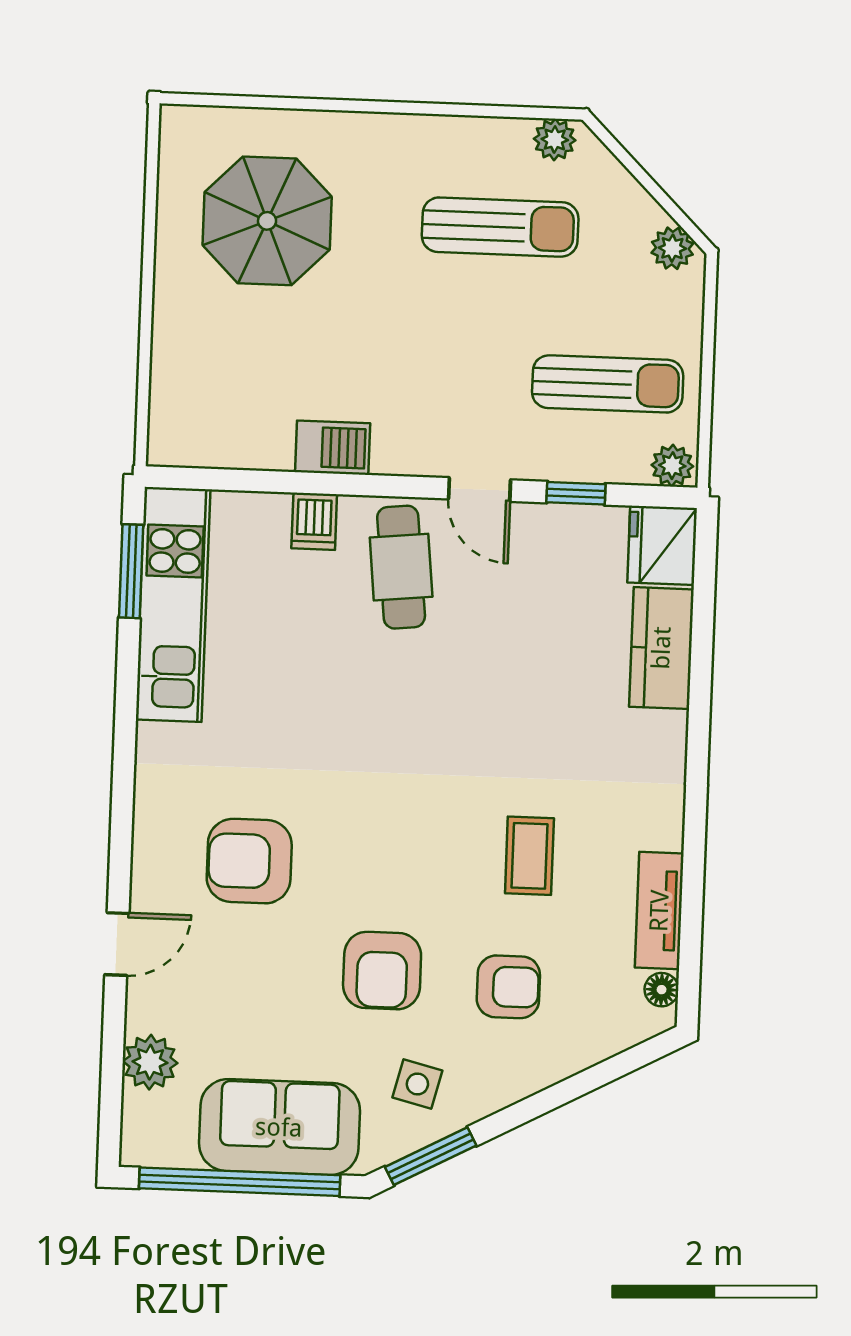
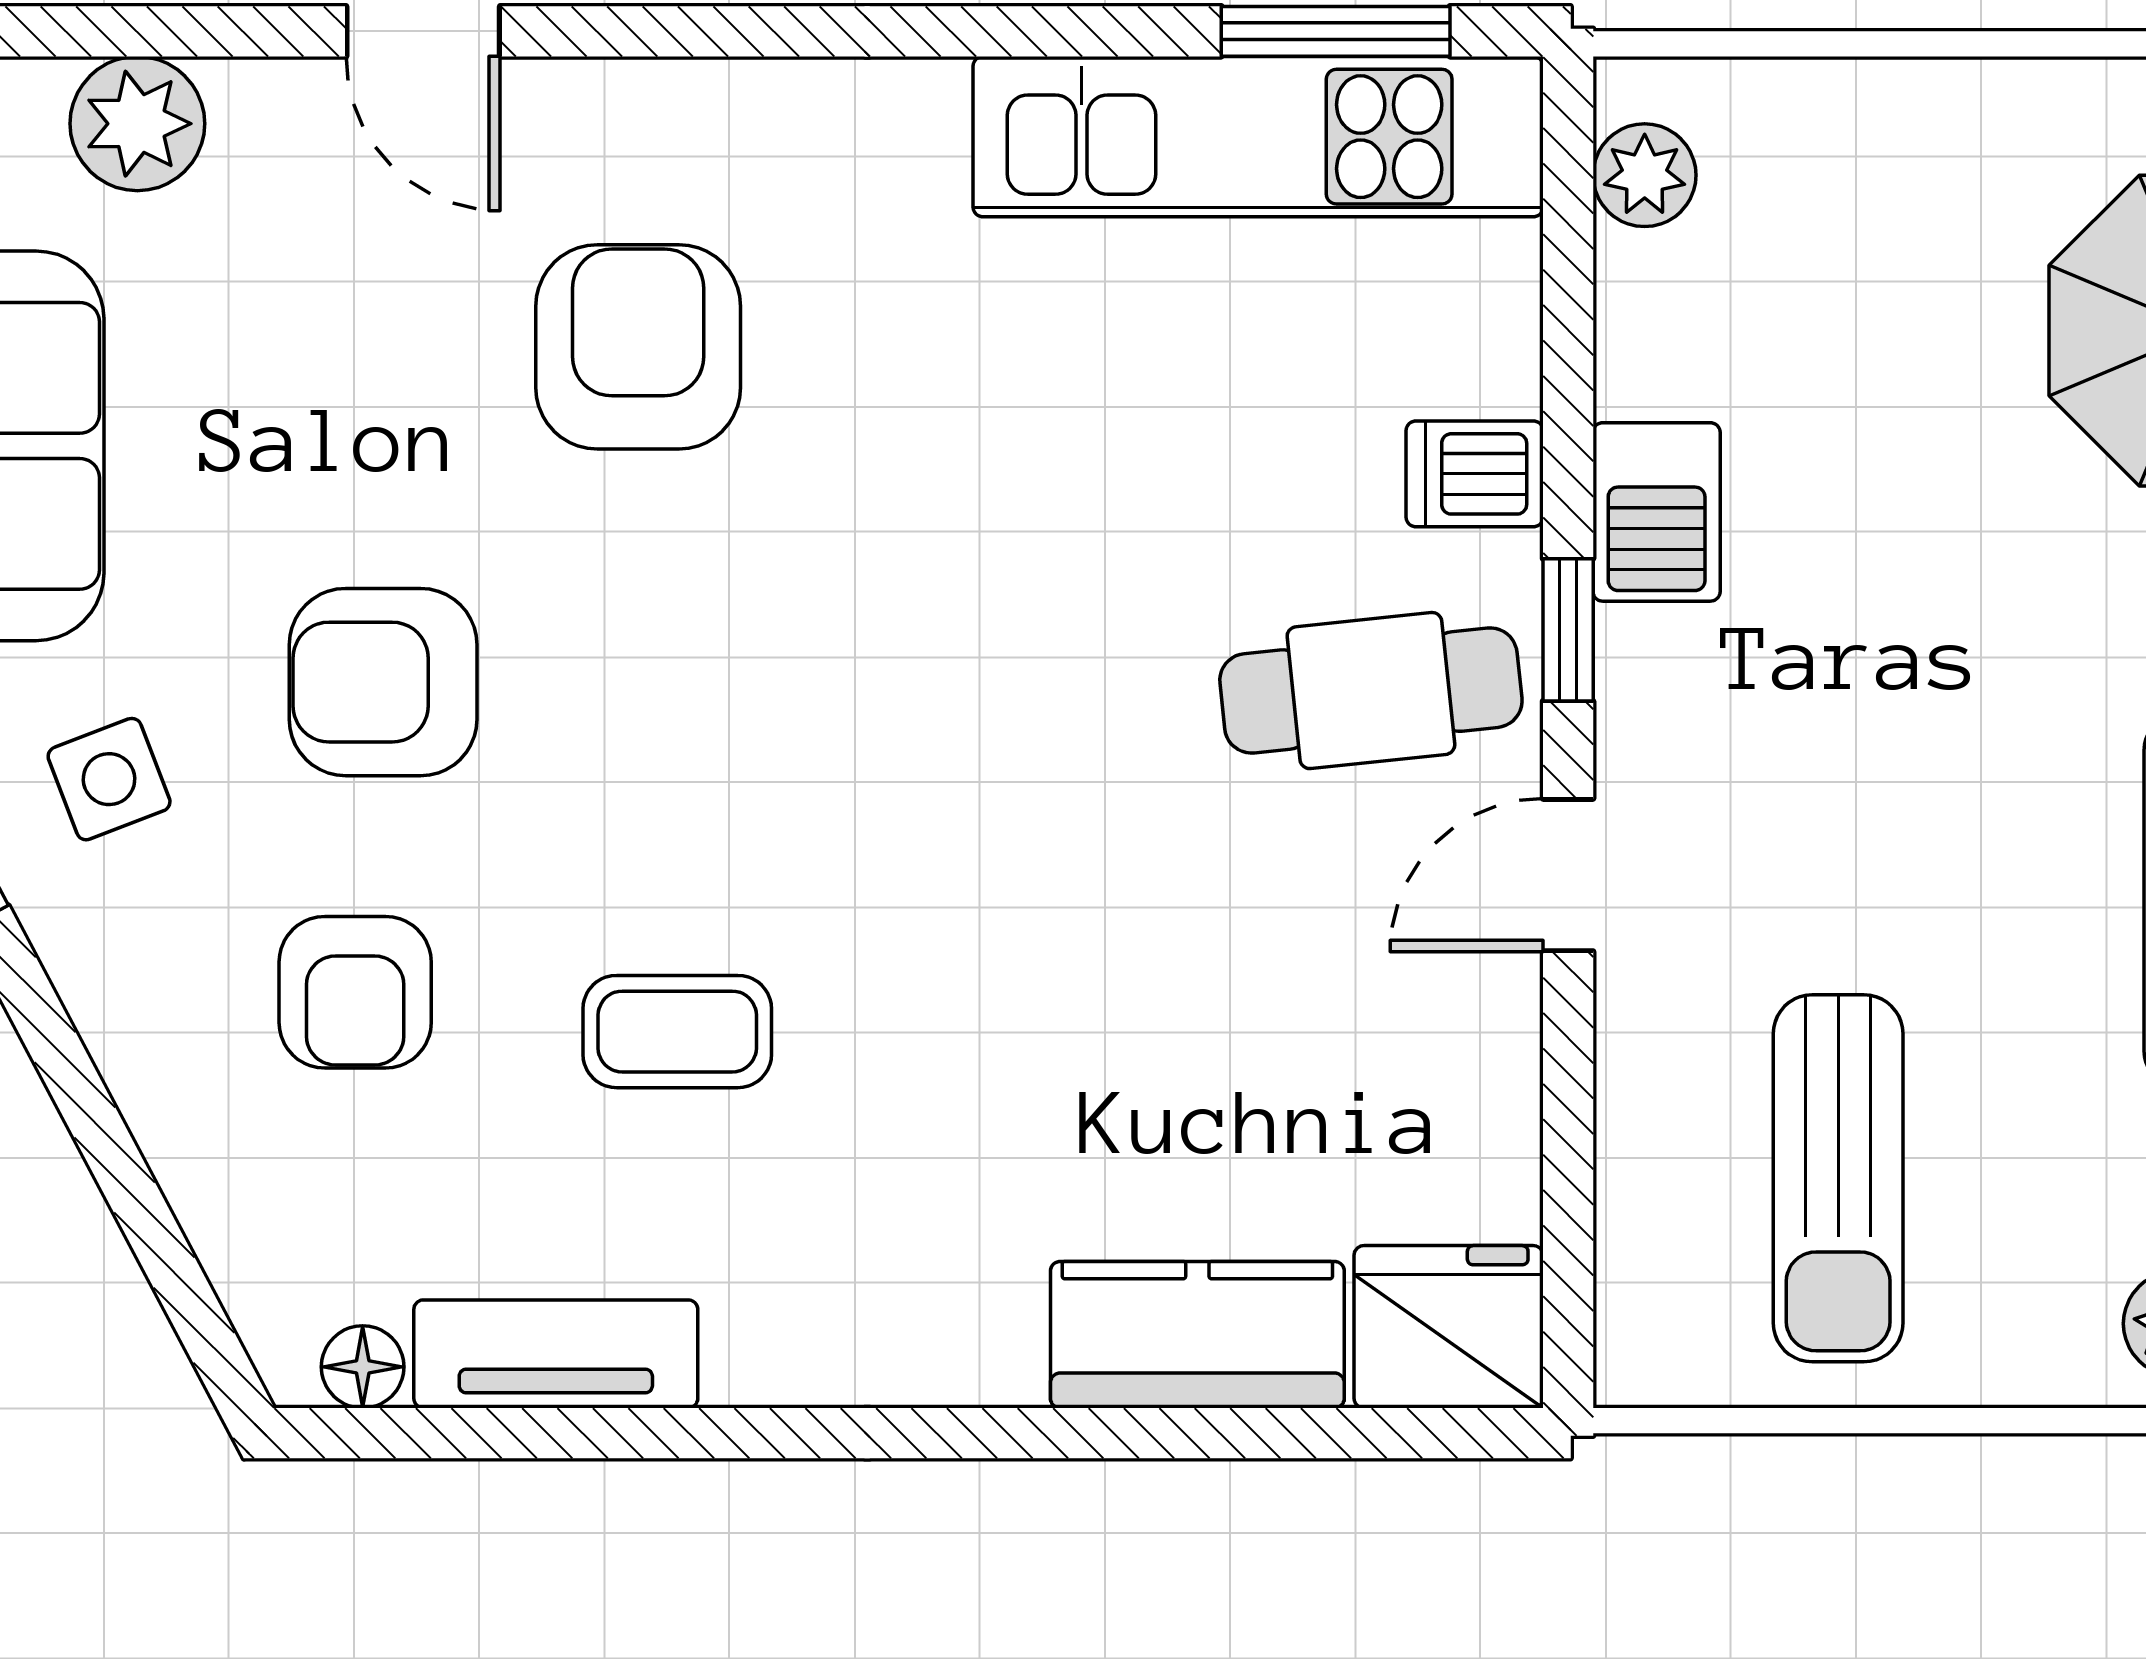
plant: (672, 466) -> (1645, 175), moved
window: (576, 493) -> (1568, 630), moved
side table: (417, 1084) -> (109, 779), turned -35

